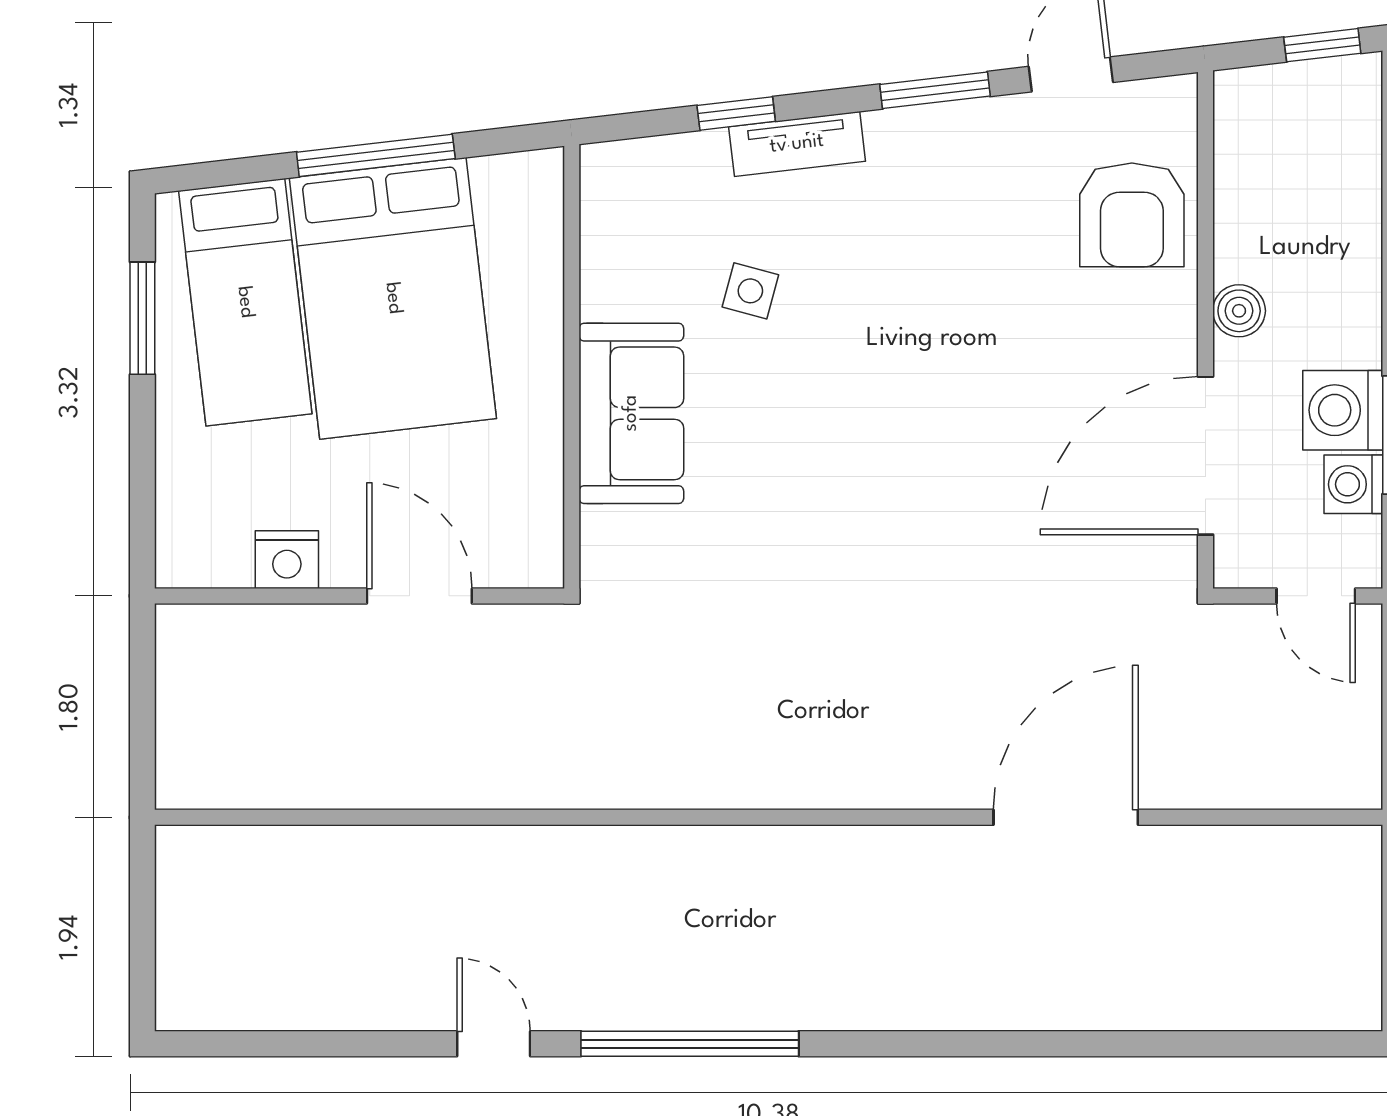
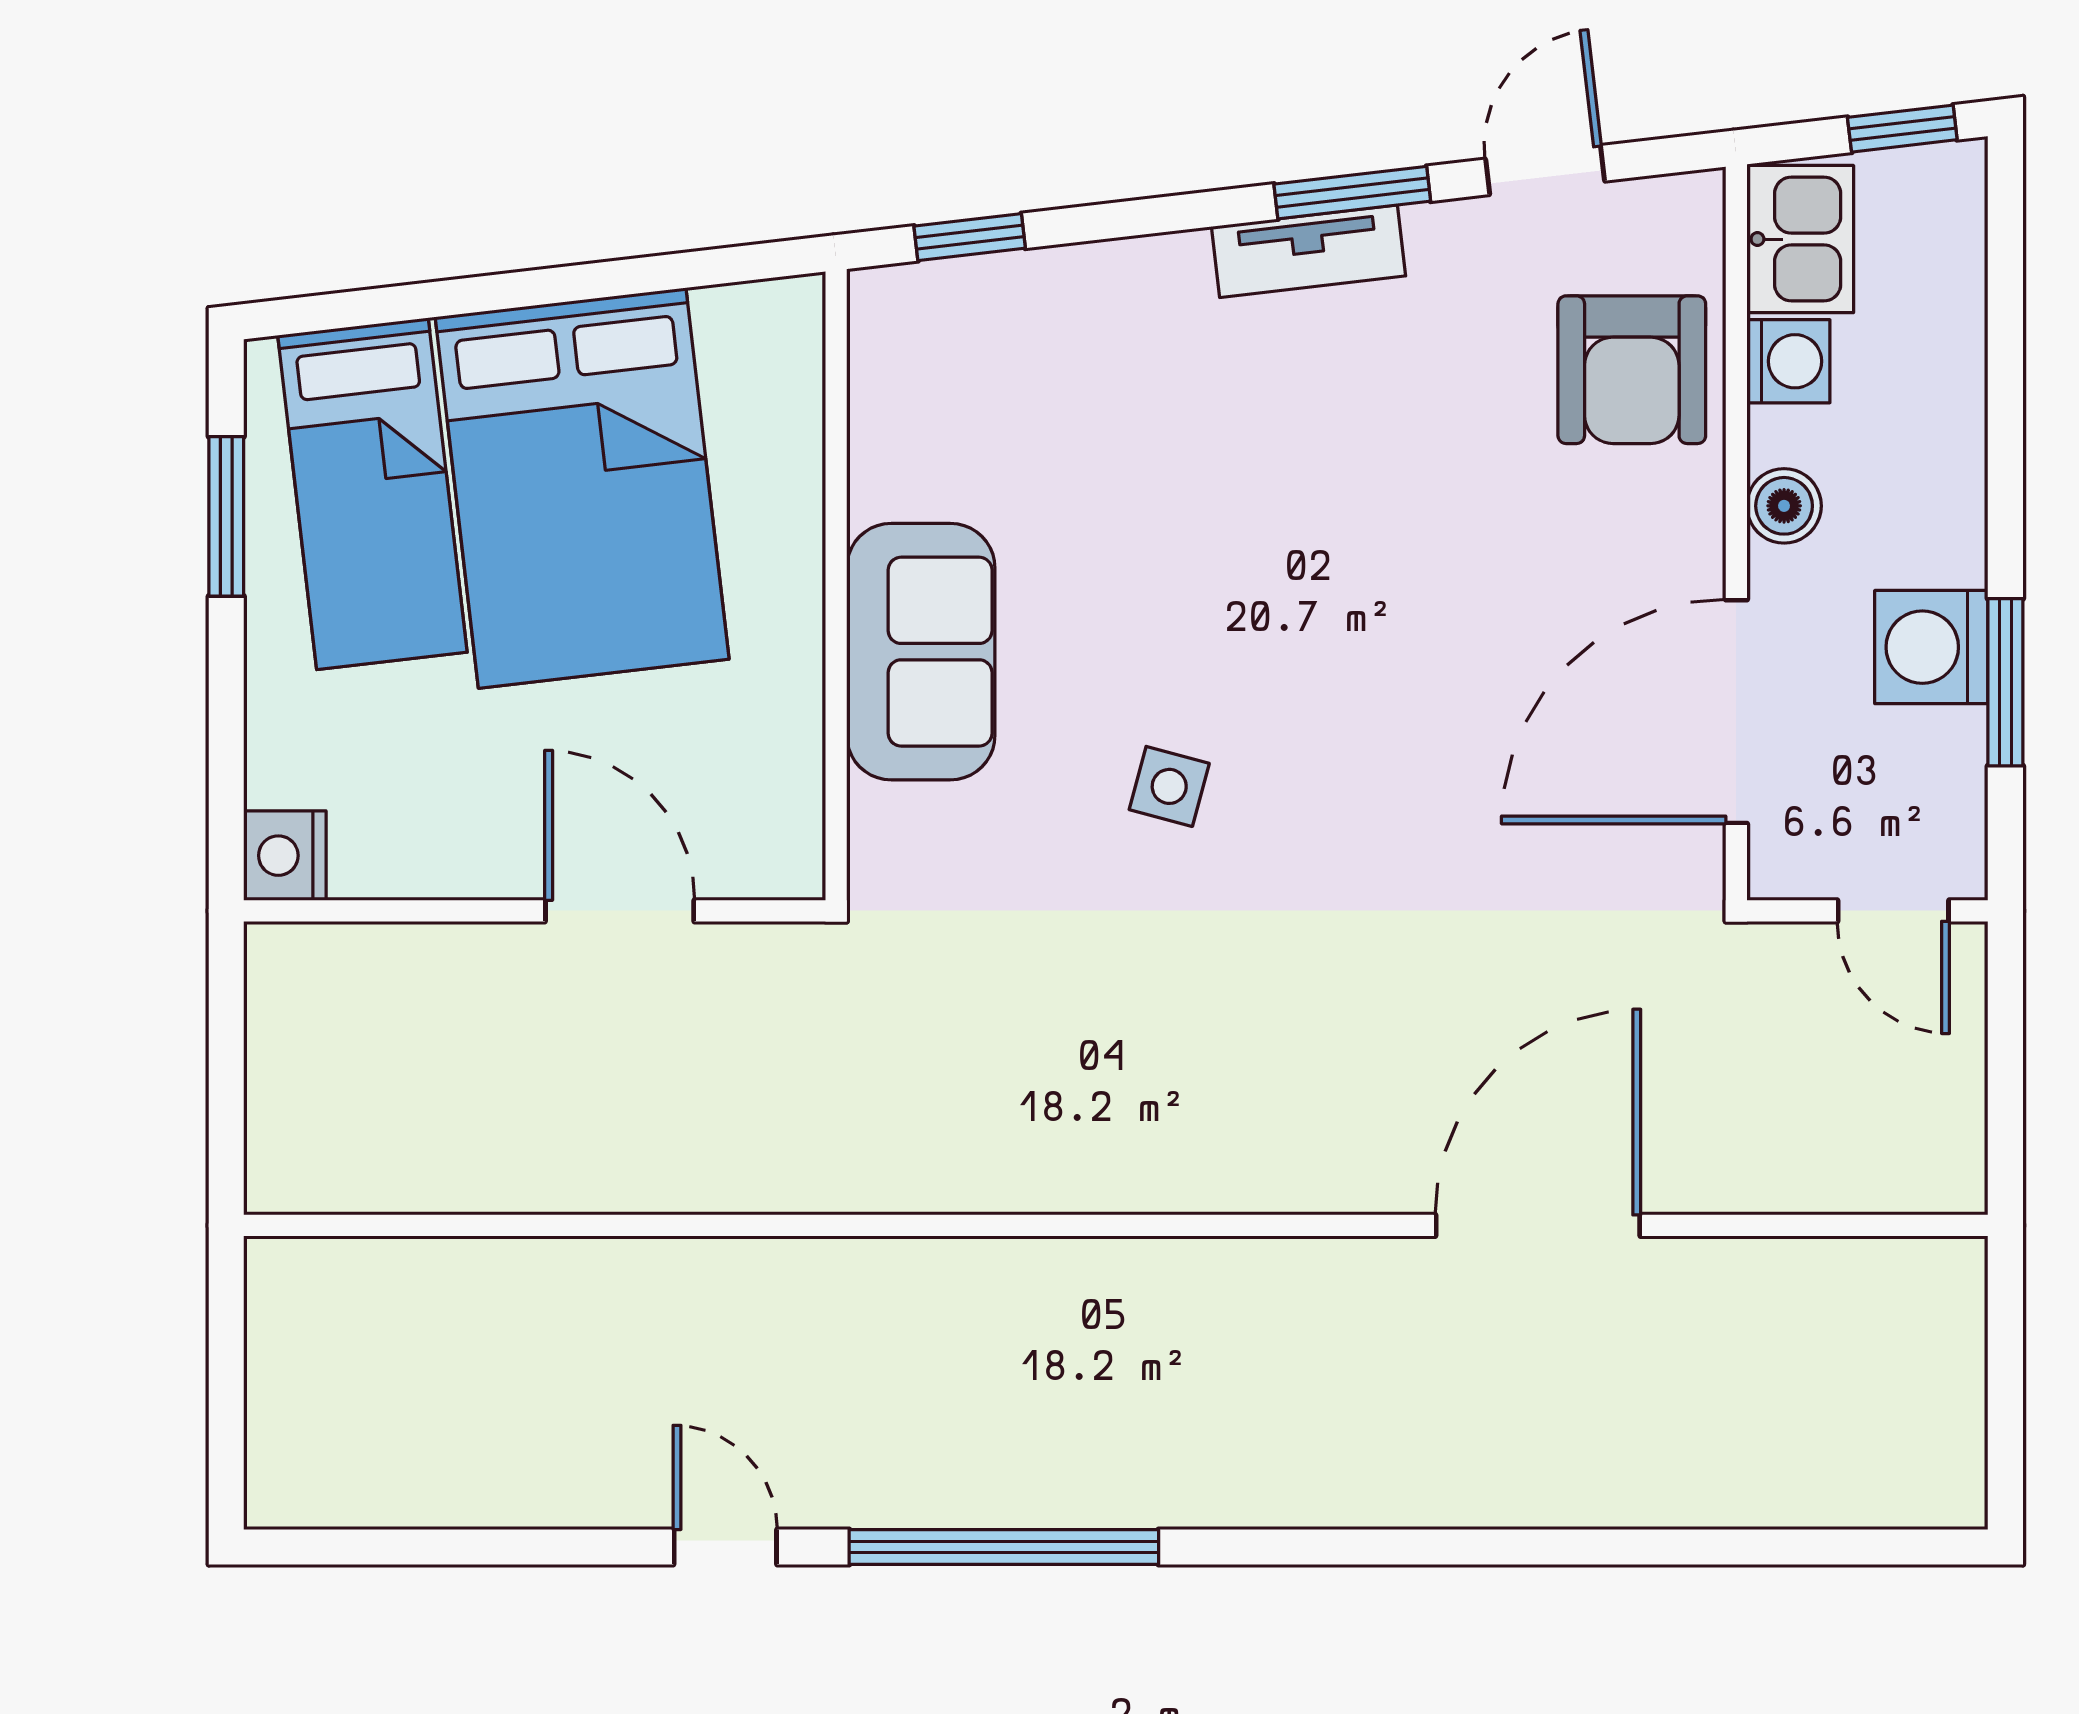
window: (736, 113) -> (970, 237), moved
kitchen sink: (1250, 123) -> (1800, 239), added
tv unit: (797, 144) -> (1308, 251), moved
window: (376, 155) -> (558, 285), removed
side table: (750, 291) -> (1169, 786), moved
washing machine: (1353, 484) -> (1788, 361), moved, turned 180
nightstand: (287, 560) -> (285, 856), moved, turned 90

